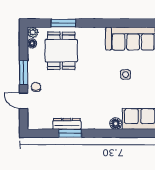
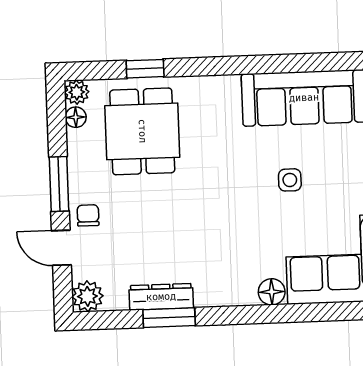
window: (63, 23) -> (145, 69), width x0.67
plant: (34, 123) -> (87, 296), added

